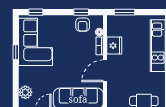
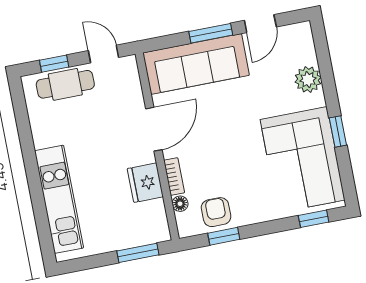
plant: (25, 92) -> (308, 80), moved

